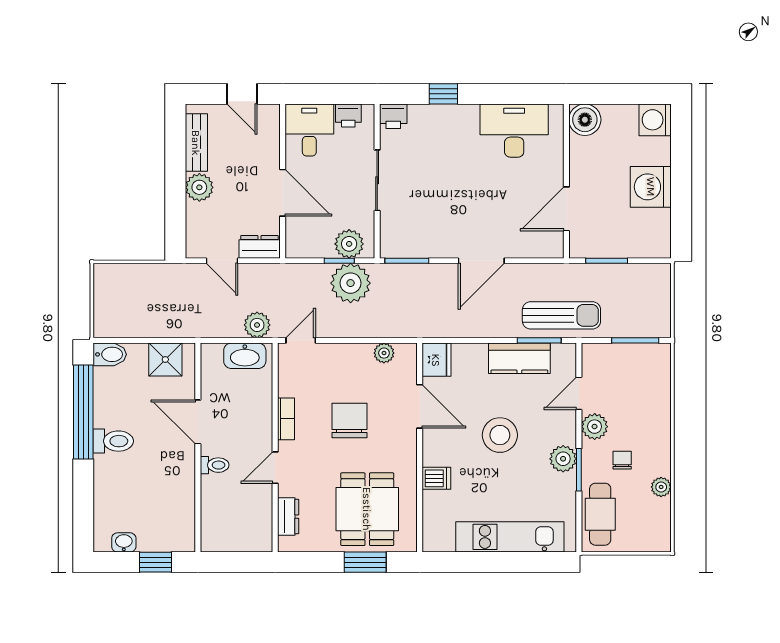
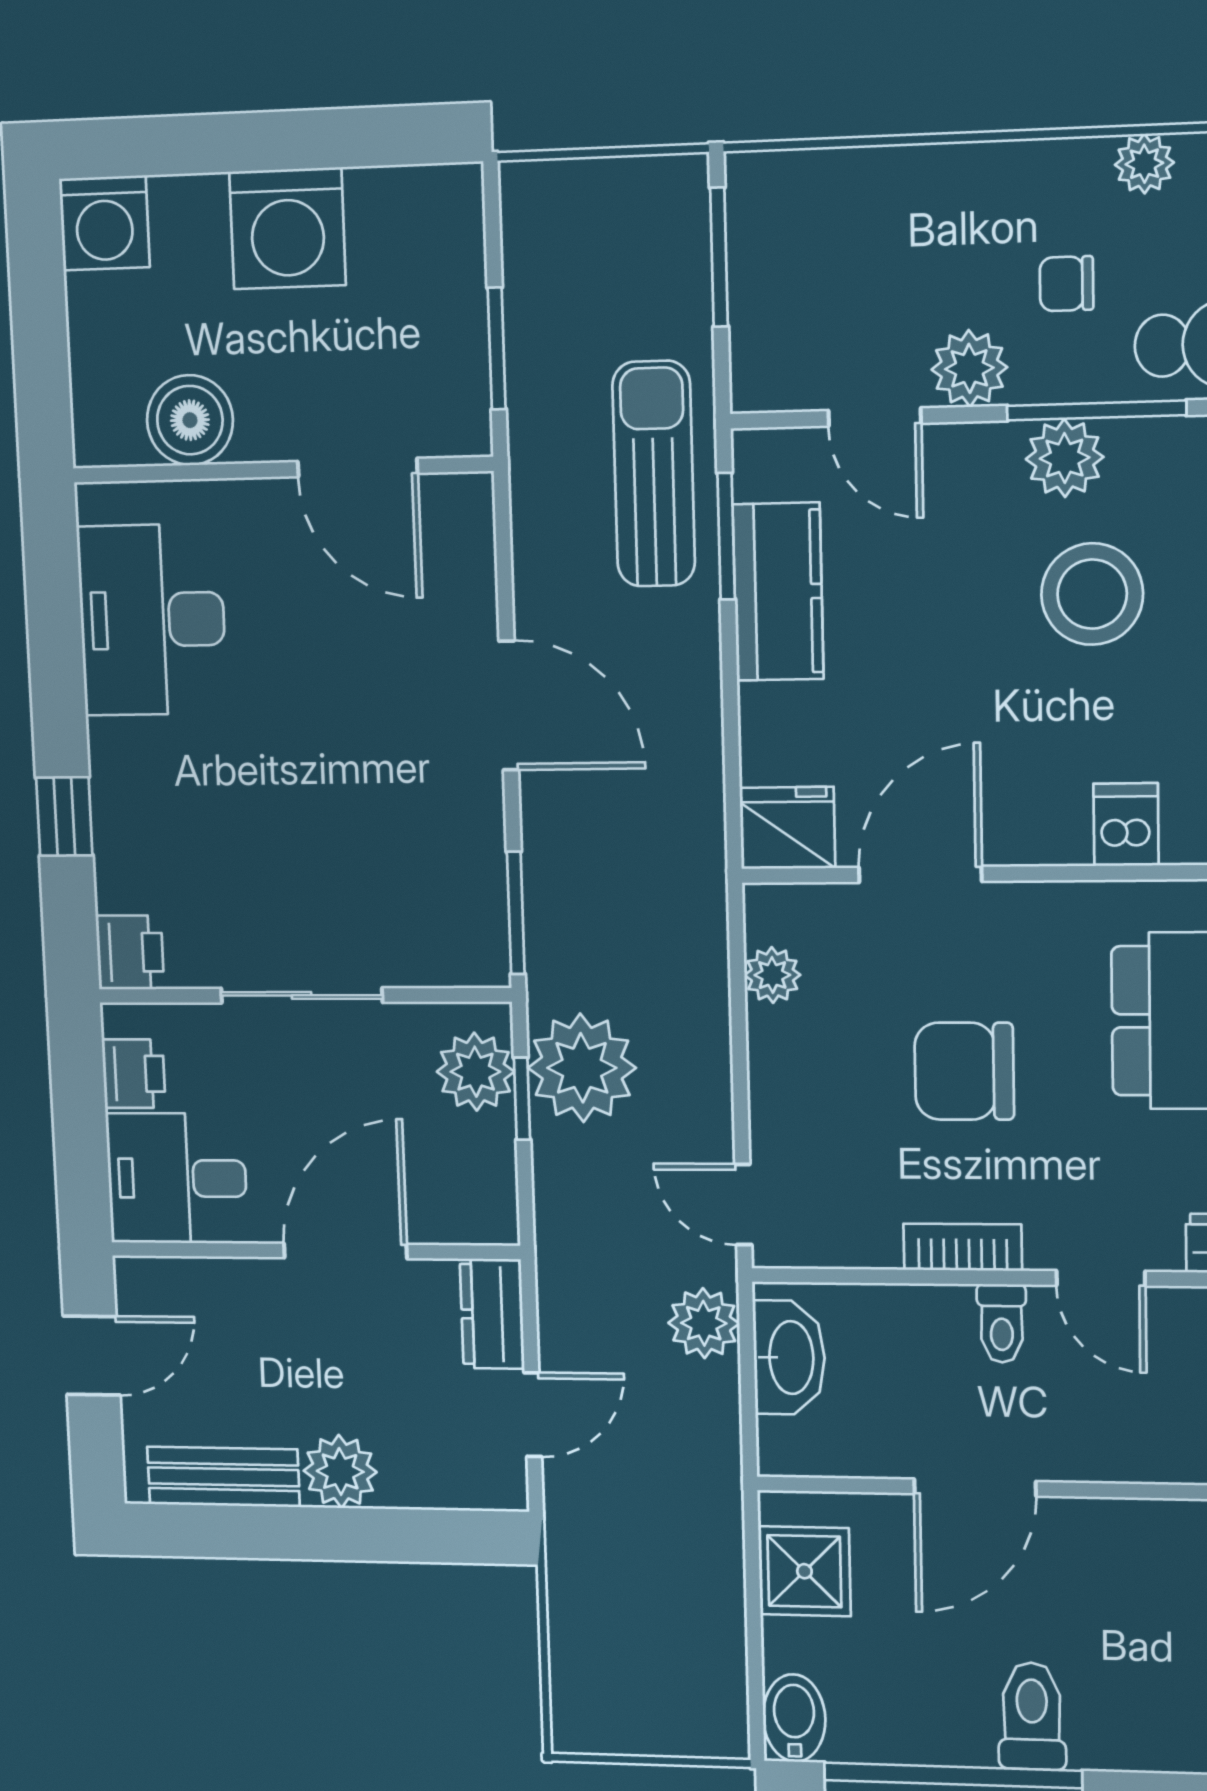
boiler: (585, 120) -> (190, 420), moved
stool: (500, 435) -> (1092, 594), moved
toilet: (215, 465) -> (1002, 1323), moved, turned 180
window: (579, 470) -> (1096, 410), width x1.44

